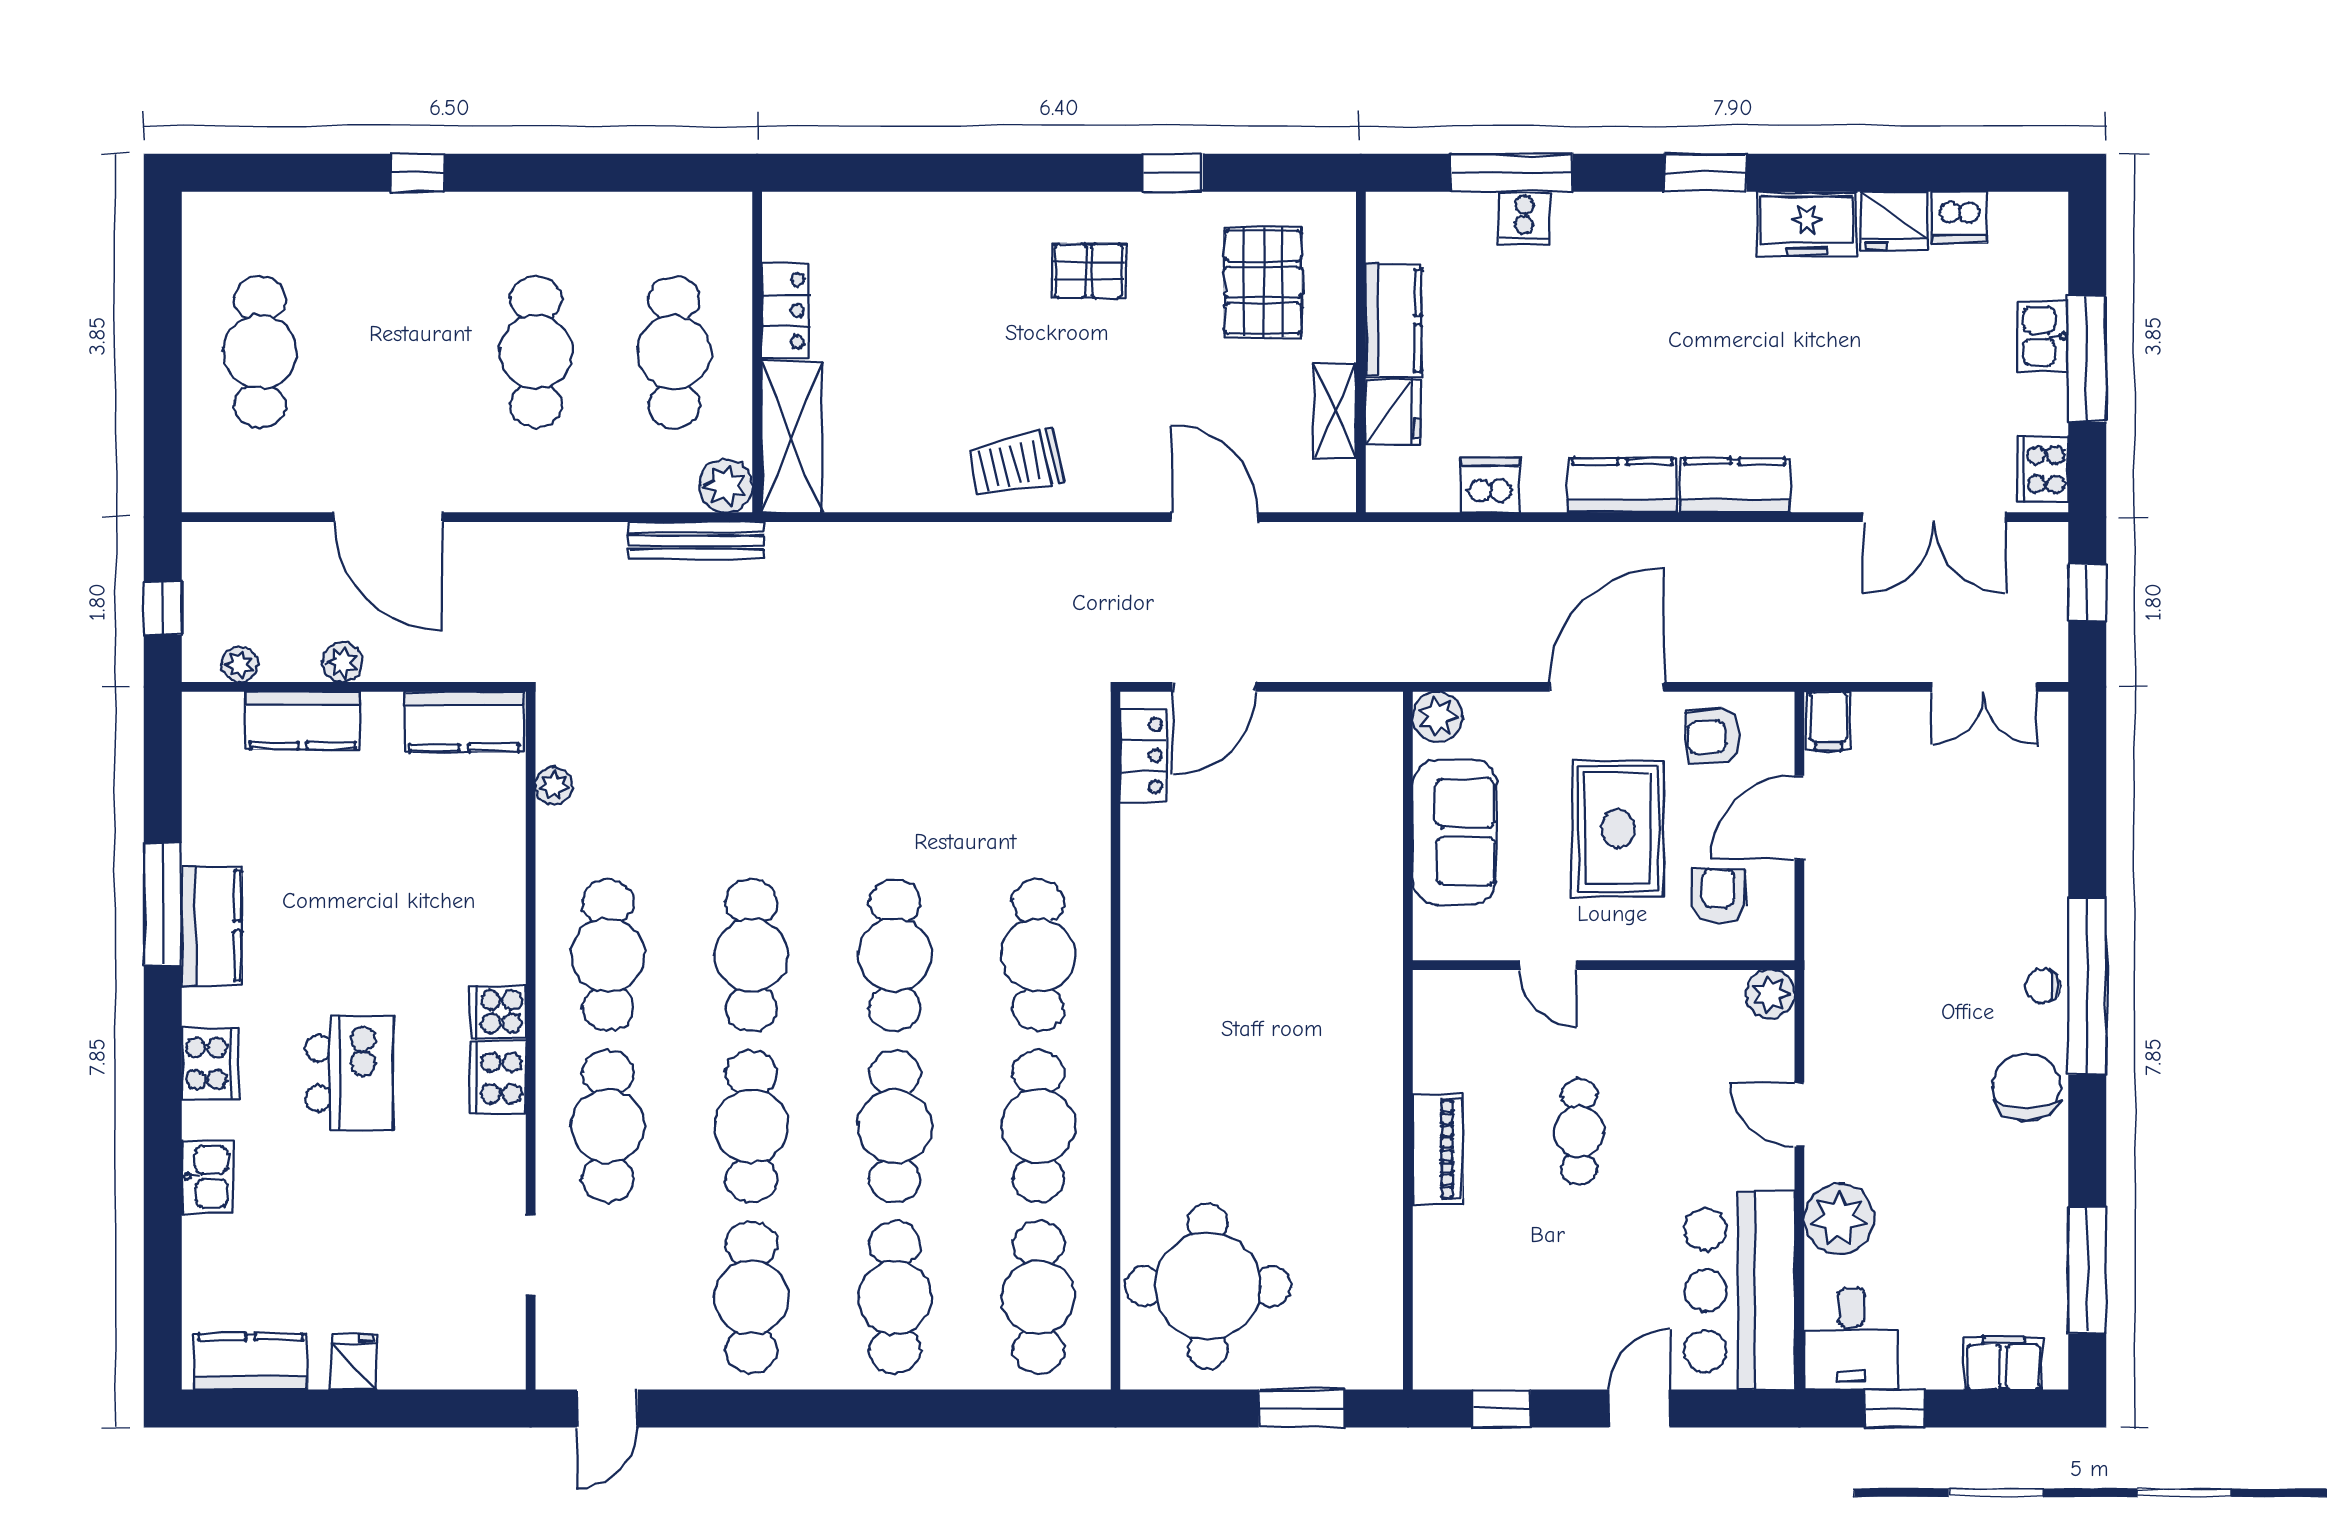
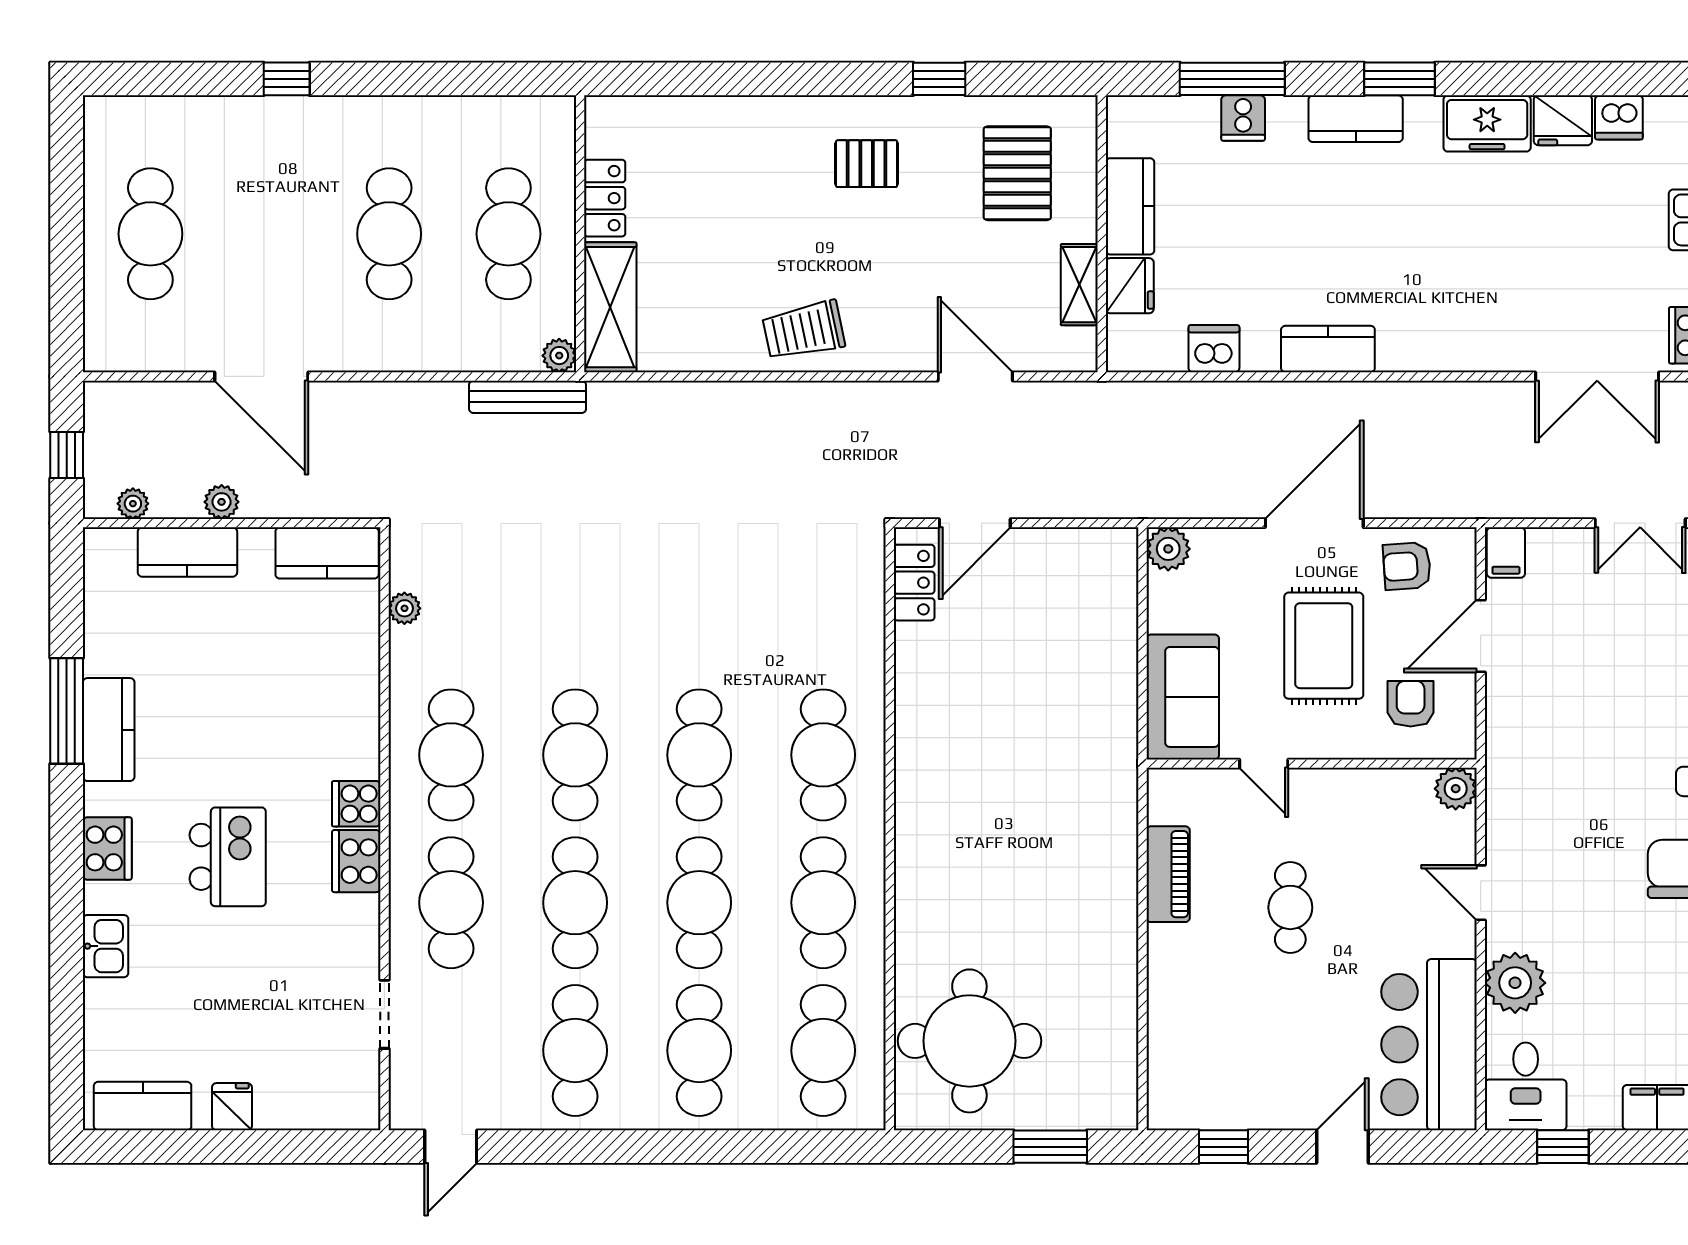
kitchen counter: (1735, 485) -> (1356, 119), moved, turned 180
plant: (726, 486) -> (559, 356), width x0.73, depth x0.73
sofa: (1455, 832) -> (1183, 697), moved
piano: (1438, 1149) -> (1168, 874), moved

